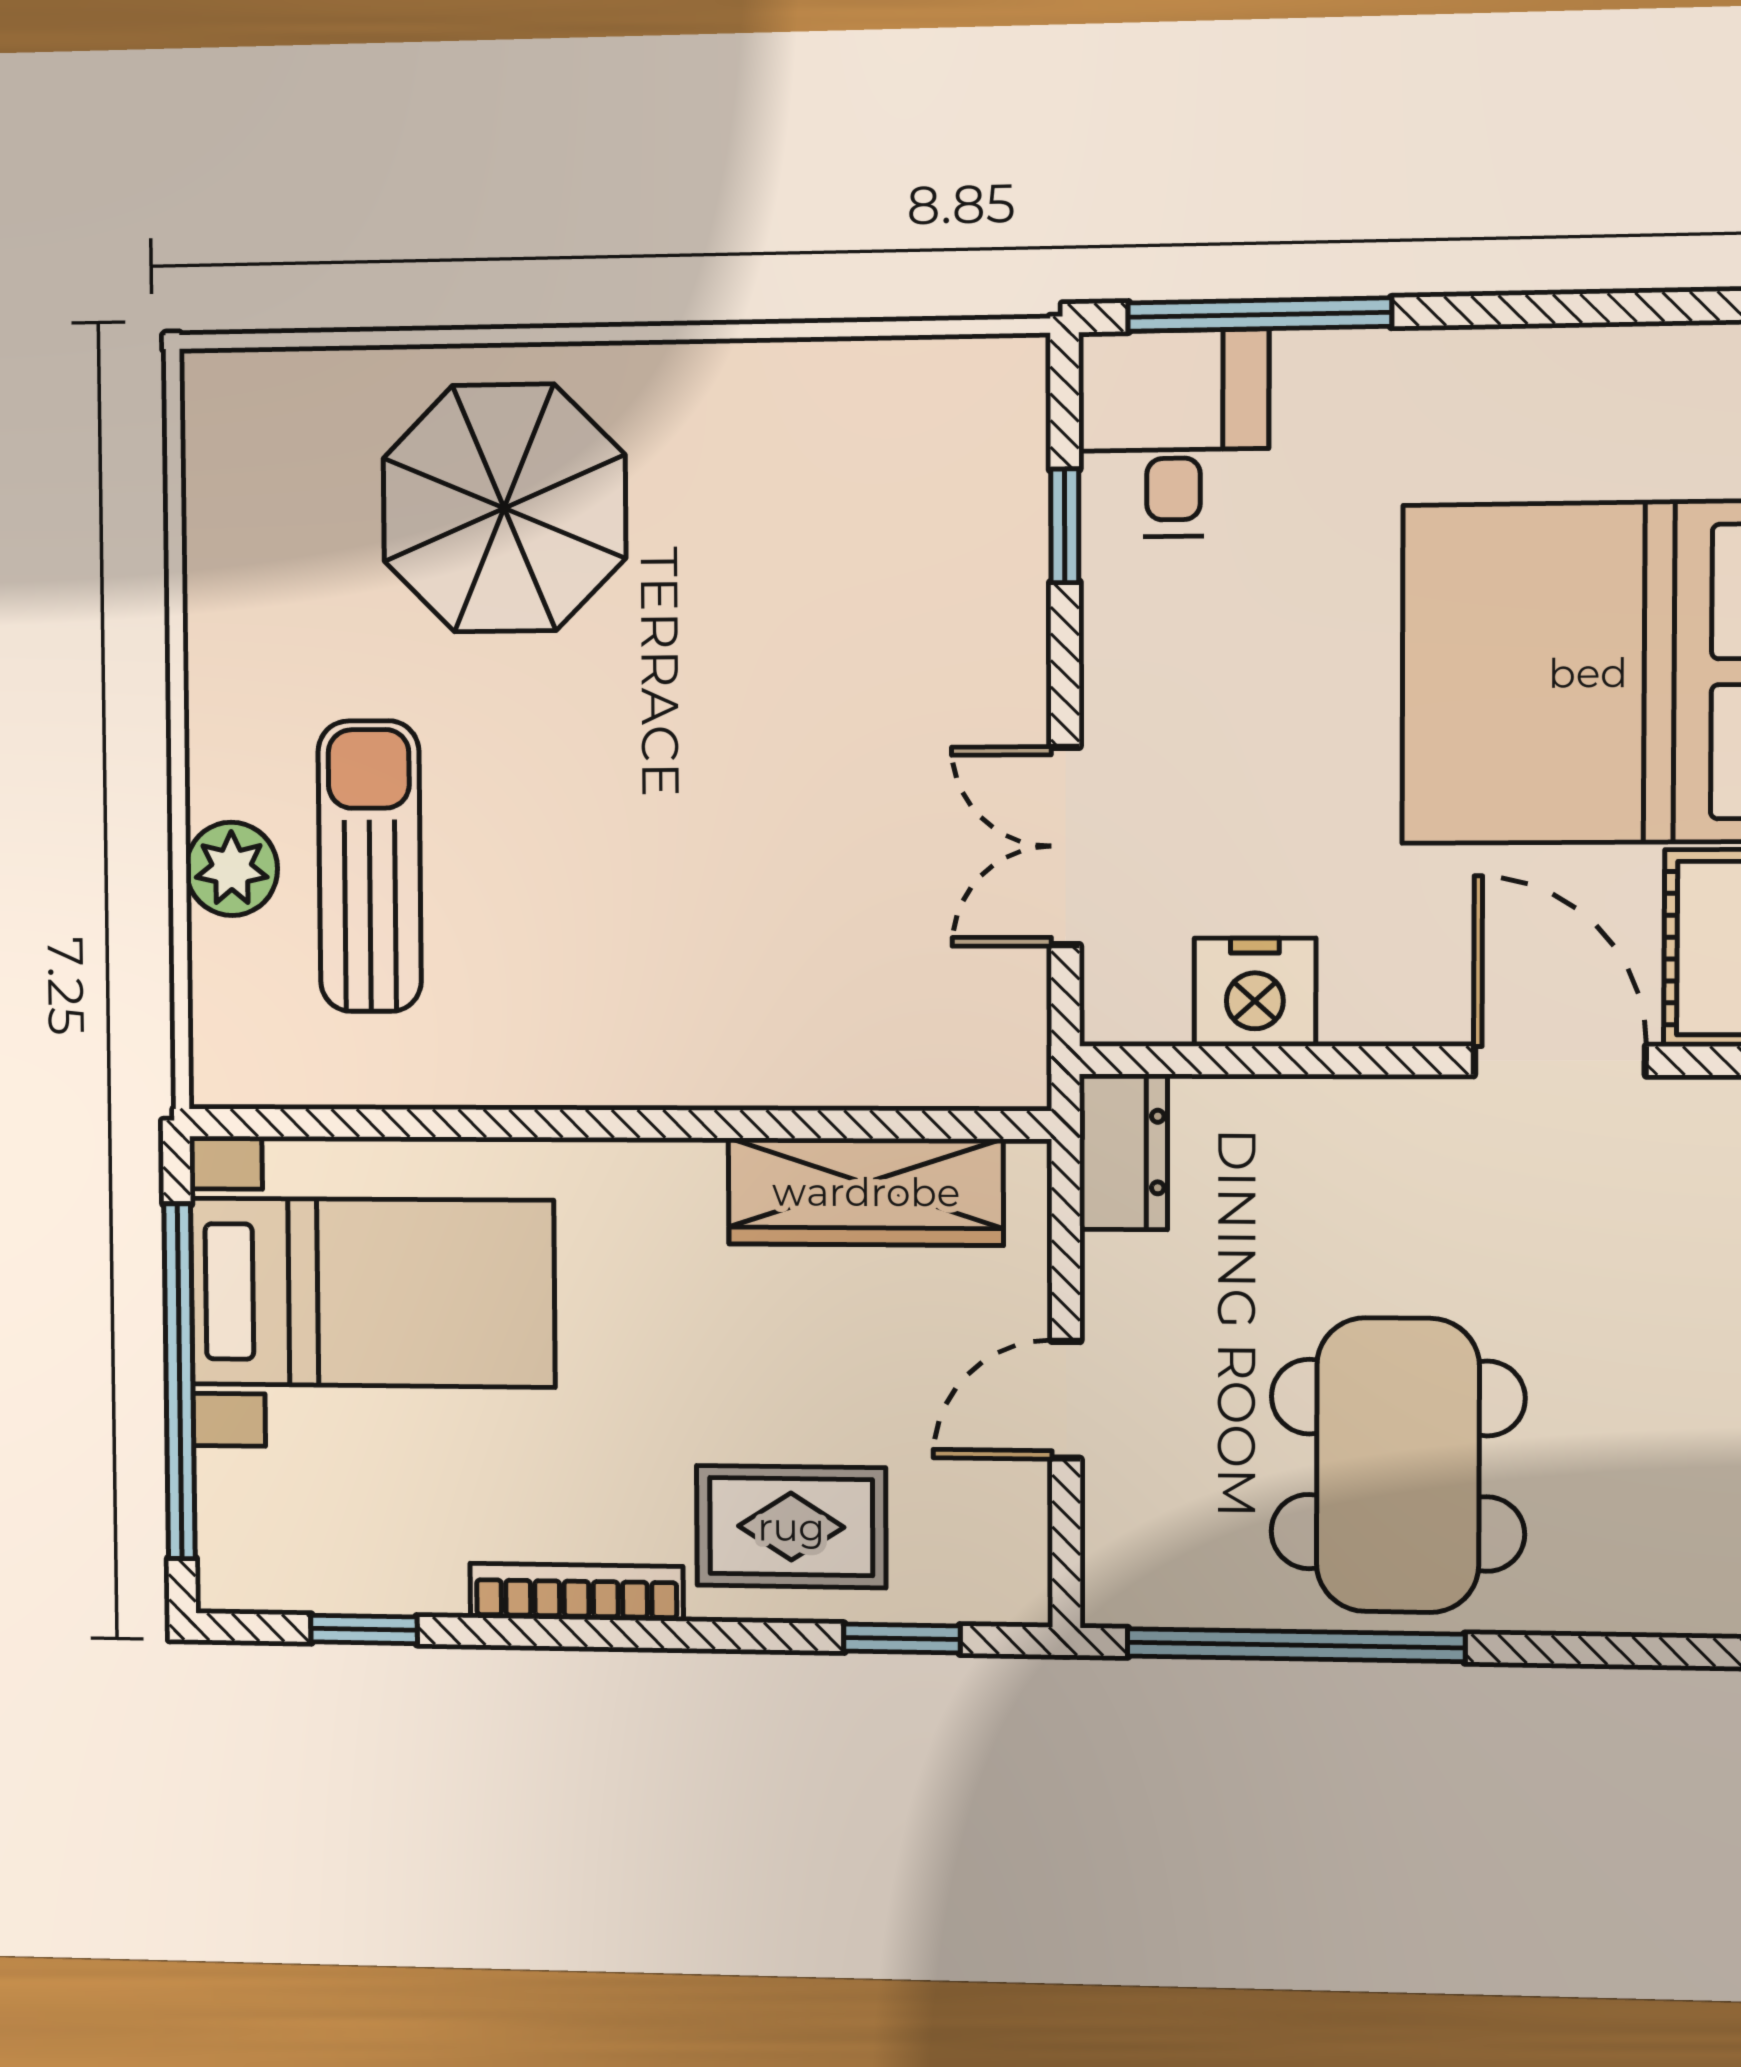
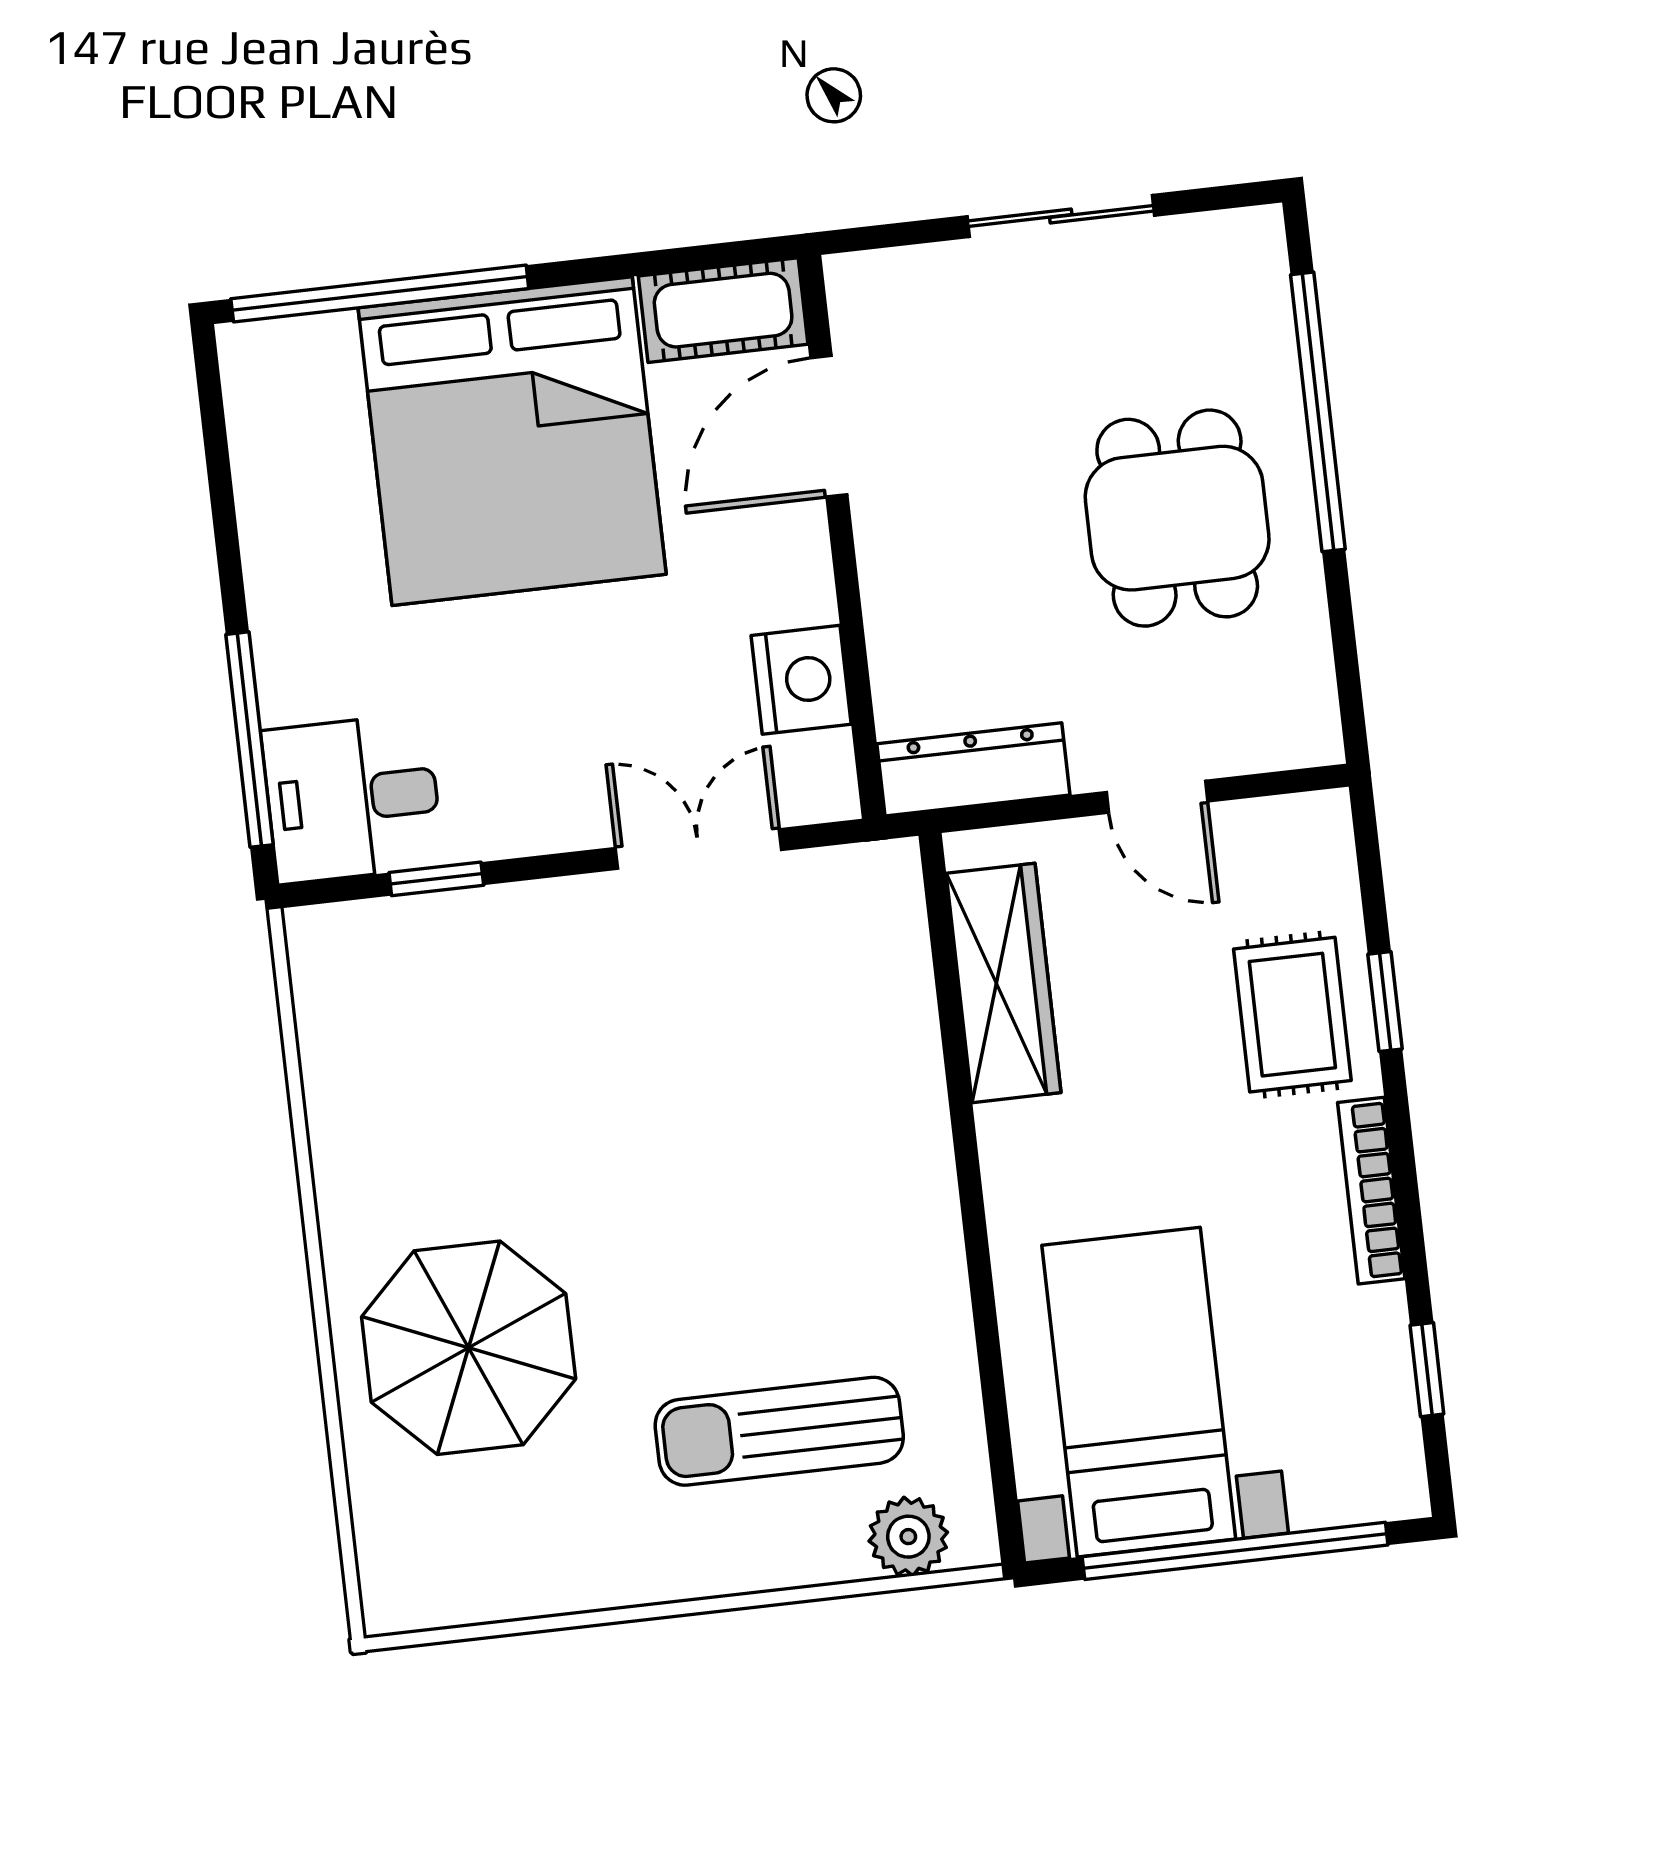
double door: (1065, 846) -> (698, 849), swing flipped
plant: (232, 869) -> (908, 1537), moved
dresser: (1123, 1152) -> (973, 769), width x1.44
dining table: (1398, 1465) -> (1177, 518), width x0.73
window: (902, 1639) -> (1385, 1002), moved
window: (1296, 1645) -> (1318, 412), moved

